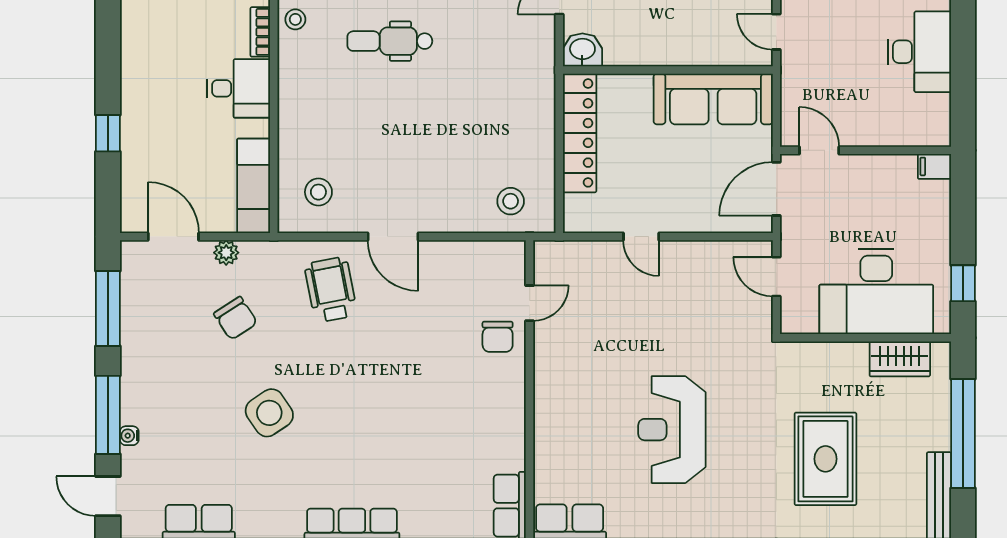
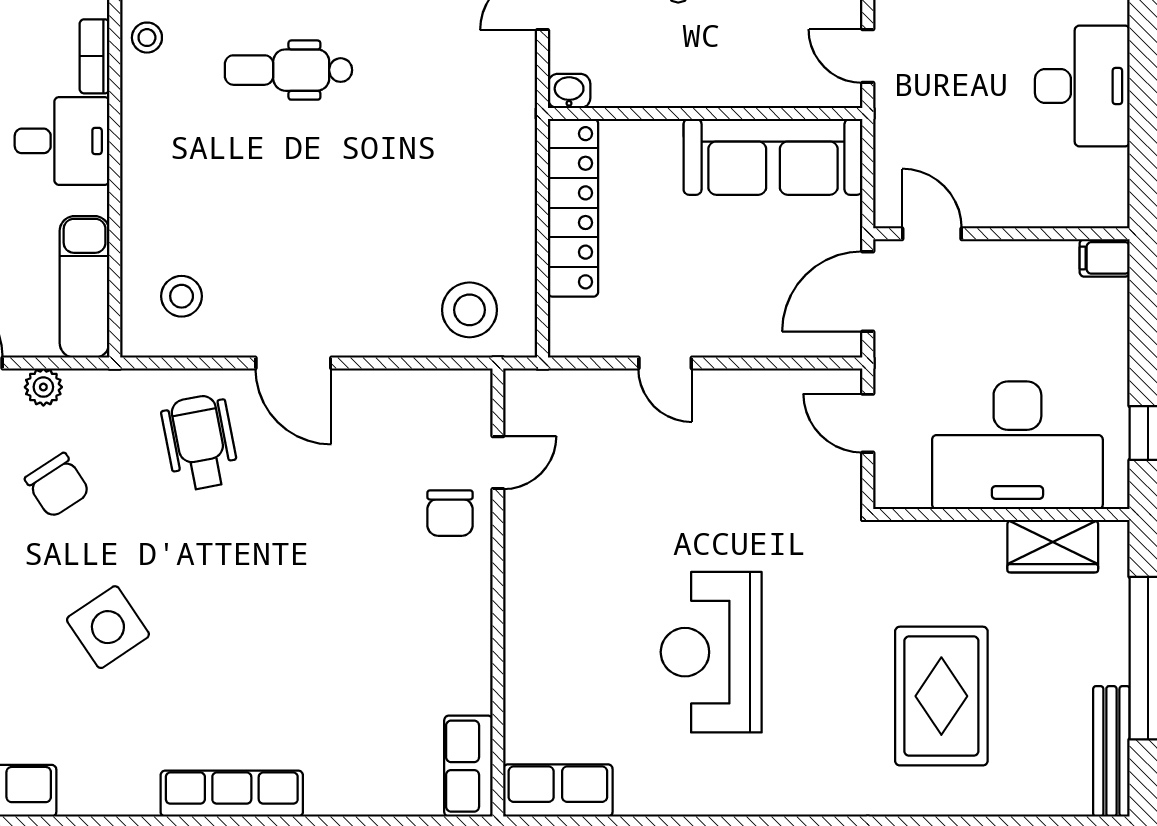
washbasin: (582, 50) -> (569, 91), width x0.72, depth x0.69
stool: (511, 201) -> (470, 310), width x1.38, depth x1.38

